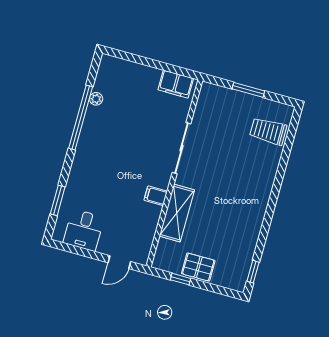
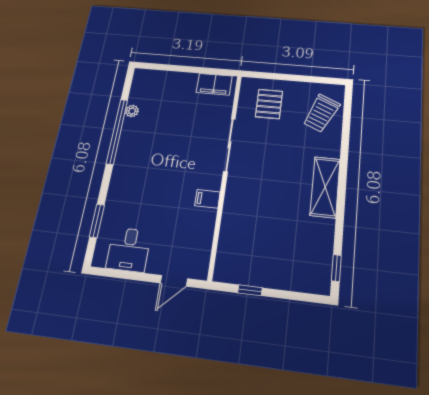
window: (248, 90) -> (292, 78), removed
trolley: (268, 131) -> (321, 113), turned -66
shelving: (177, 213) -> (325, 187), moved
pallet: (198, 267) -> (269, 104), moved, turned 90

